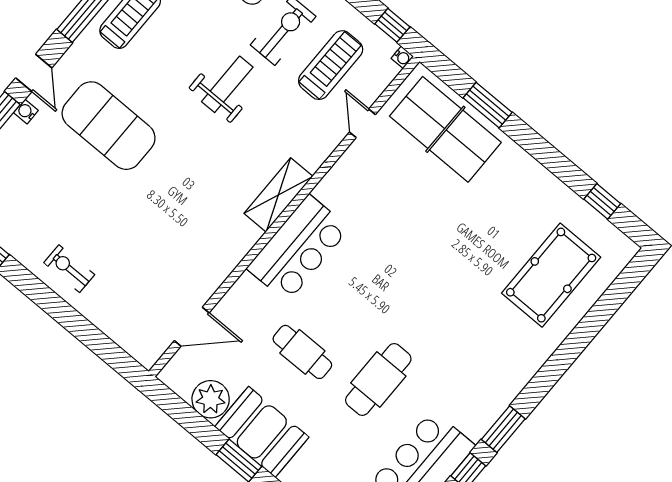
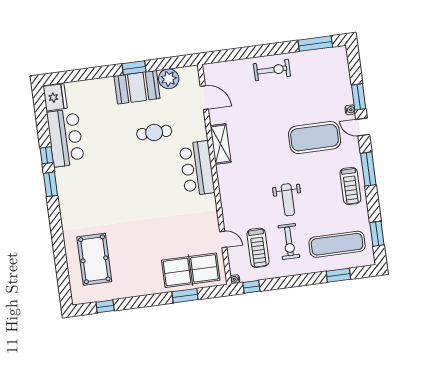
shelving: (278, 195) -> (221, 144), moved
exercise bike: (69, 269) -> (272, 70), width x1.38, depth x1.39
door: (192, 327) -> (204, 98), swing flipped
cafe table: (378, 379) -> (116, 153), removed

